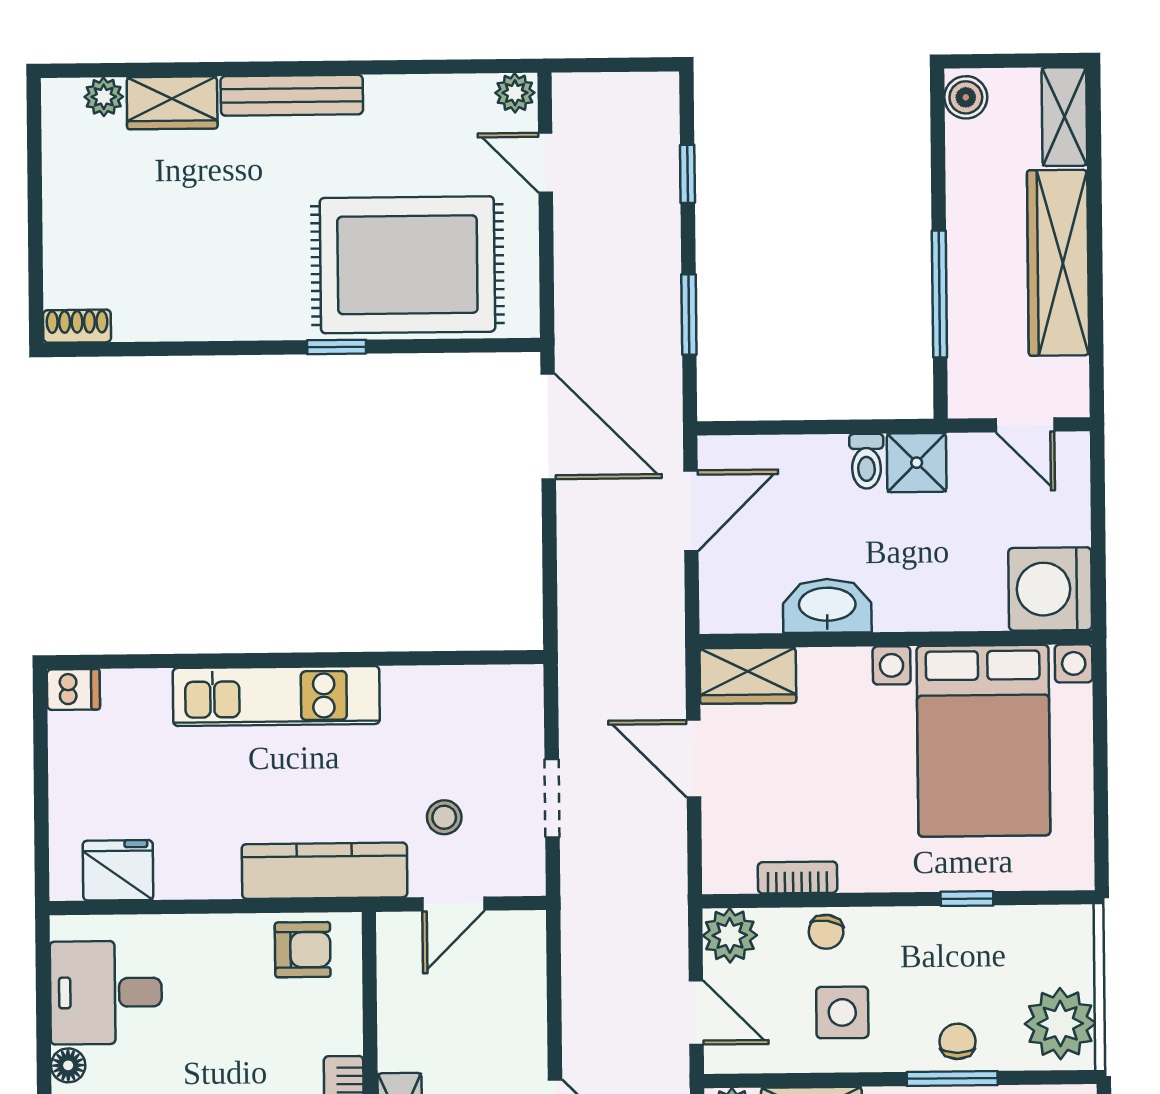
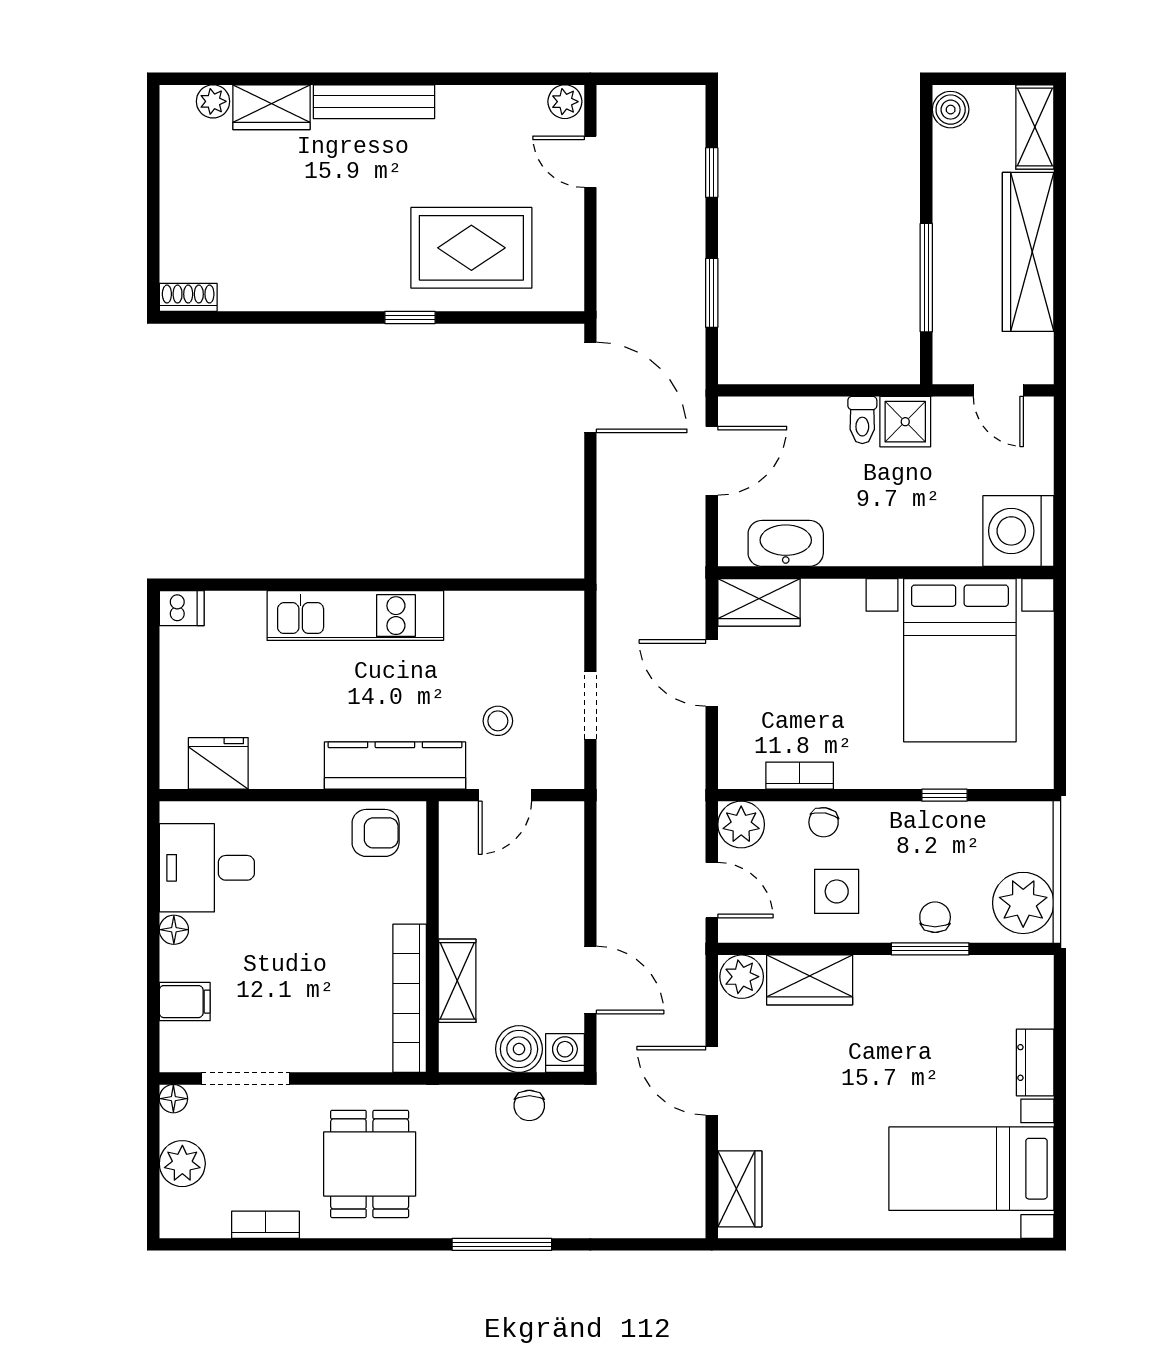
rug: (407, 265) -> (471, 248), width x0.73, depth x0.69
washbasin: (827, 606) -> (786, 543), moved

